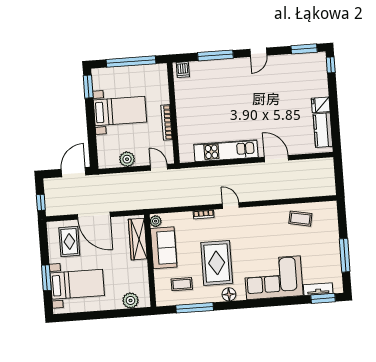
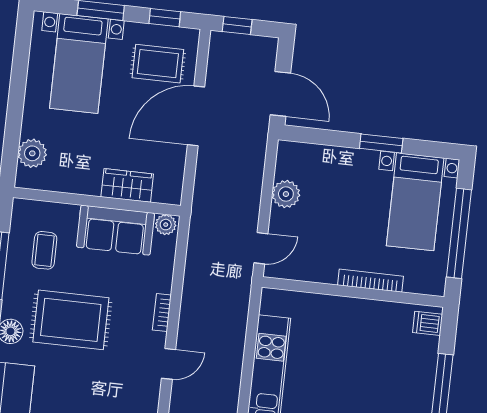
window: (88, 87) -> (381, 143), moved
bed with nightstands: (120, 111) -> (415, 202), moved
bookcase: (167, 122) -> (370, 281), moved
wardrobe: (138, 239) -> (127, 185), width x0.67
window: (44, 242) -> (165, 18), added

